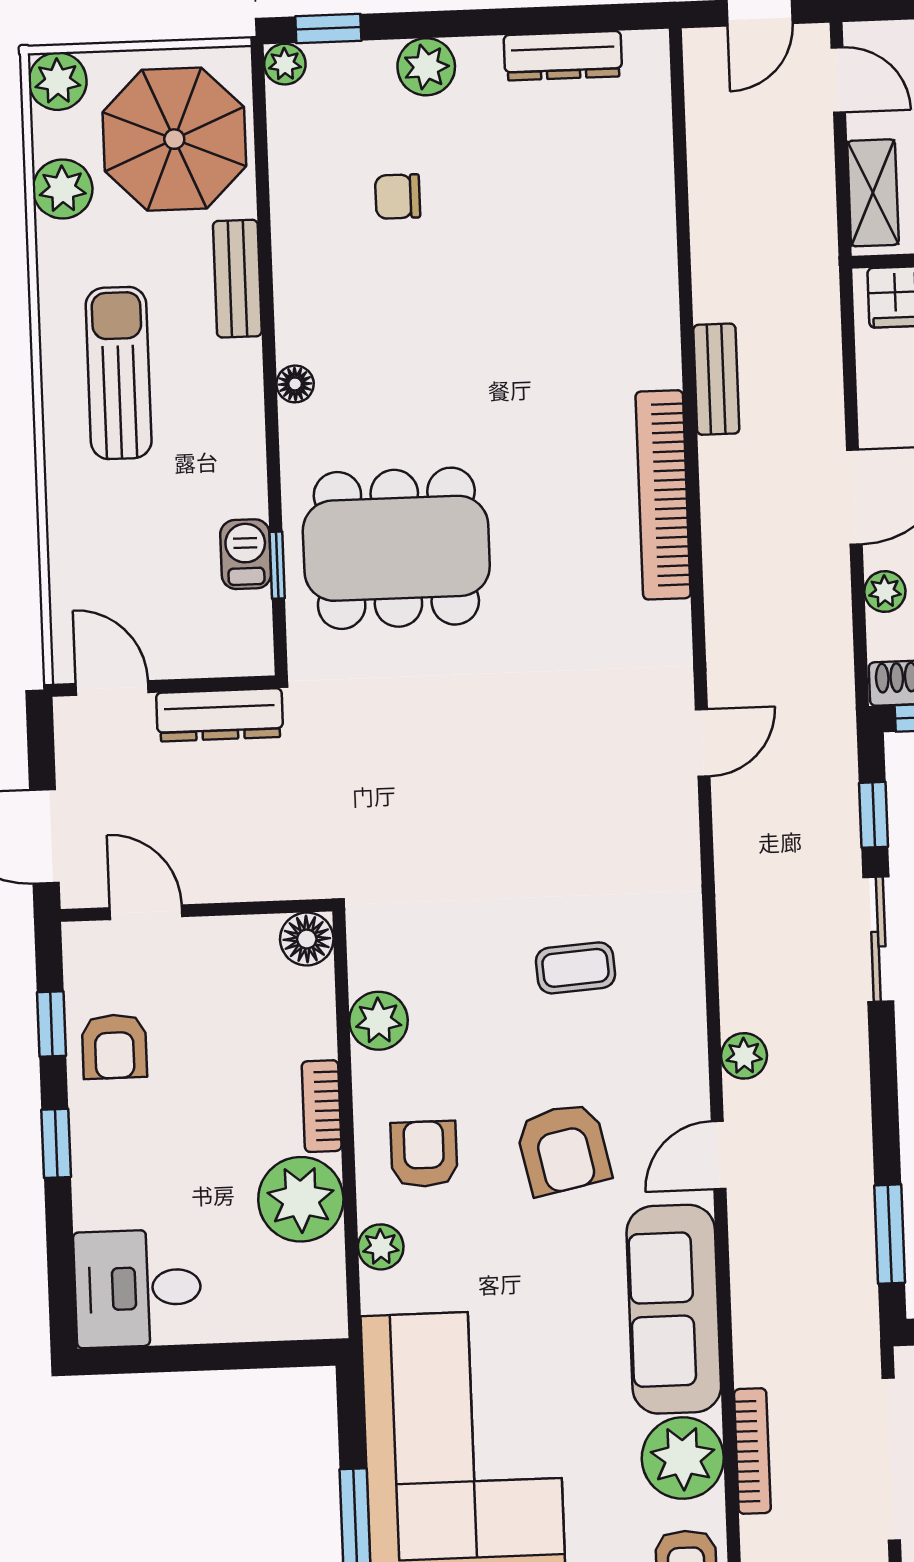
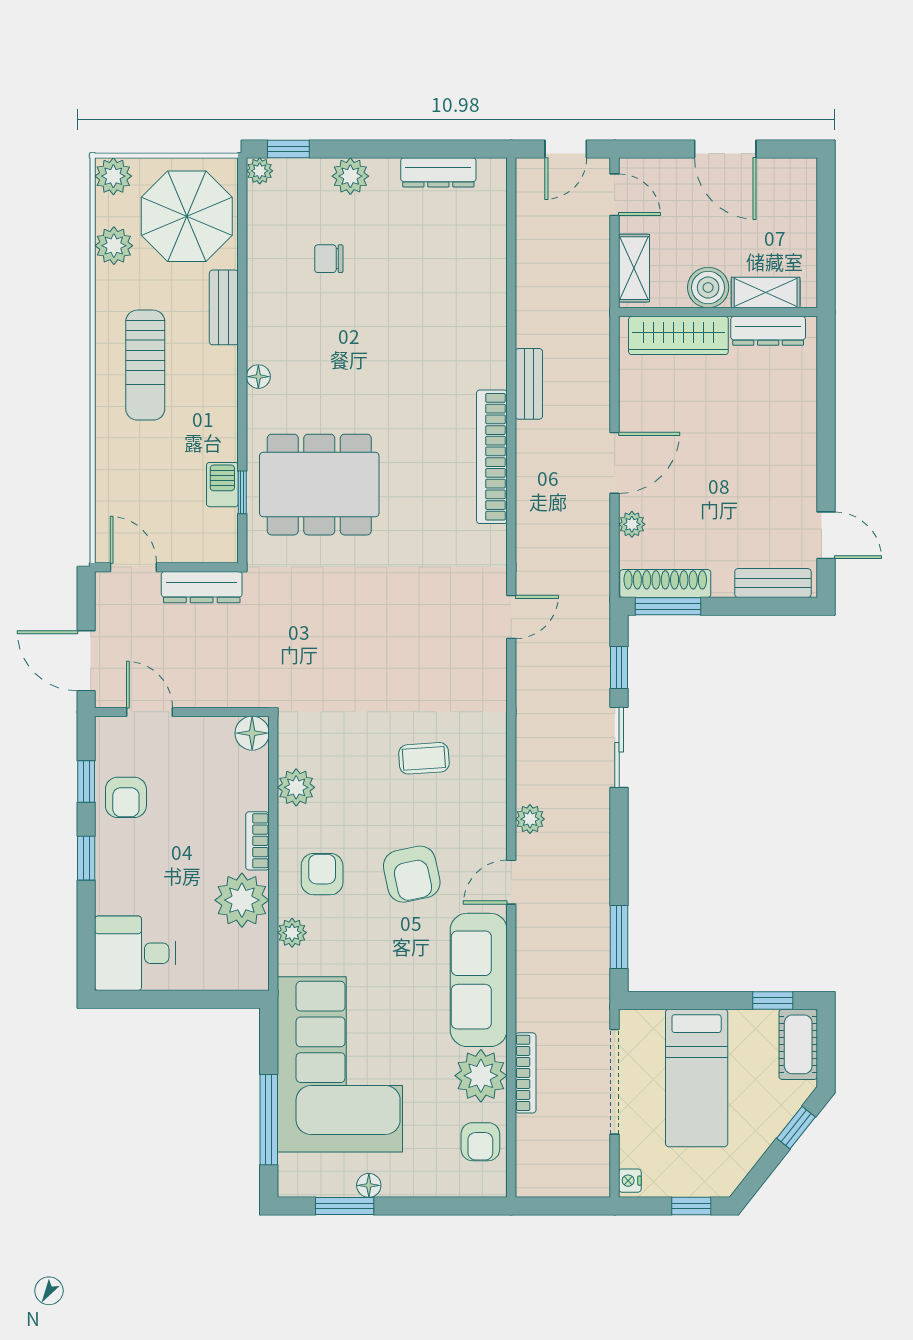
sun lounger: (119, 373) -> (145, 365), turned 180

